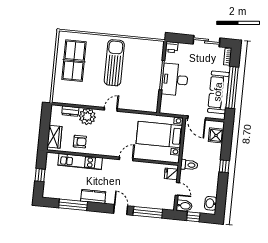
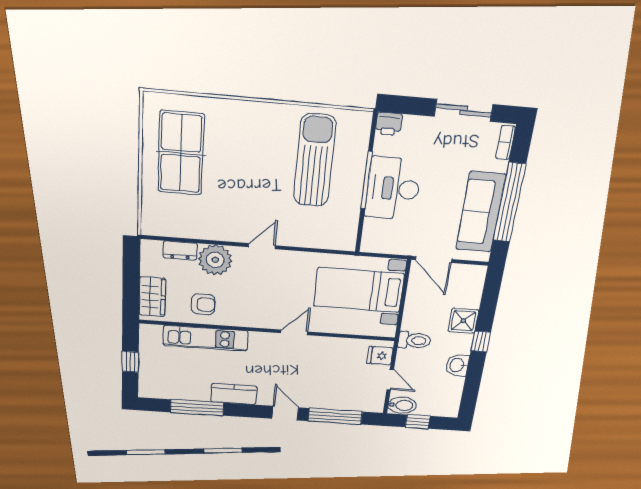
sun lounger: (114, 63) -> (315, 160), moved
shower: (216, 135) -> (463, 321), moved
washbasin: (211, 203) -> (457, 365), moved

